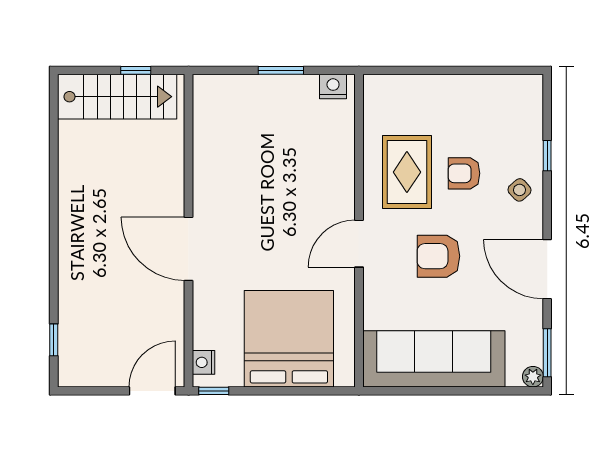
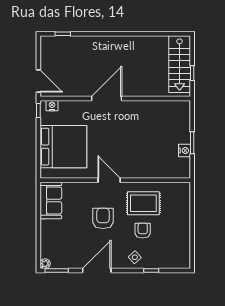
nightstand: (333, 87) -> (184, 150), moved
sofa: (434, 359) -> (51, 200), width x0.54, depth x0.79

